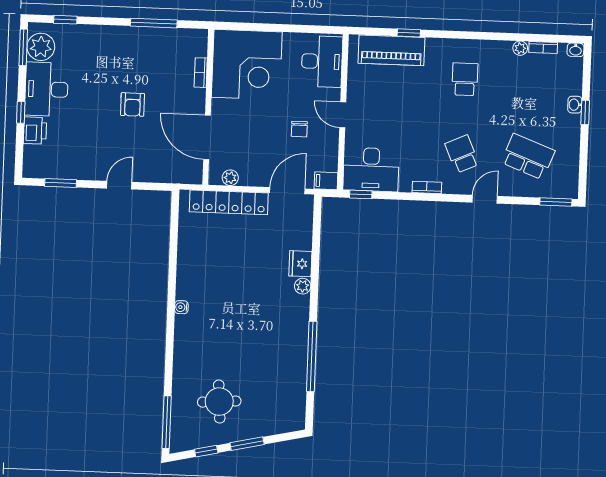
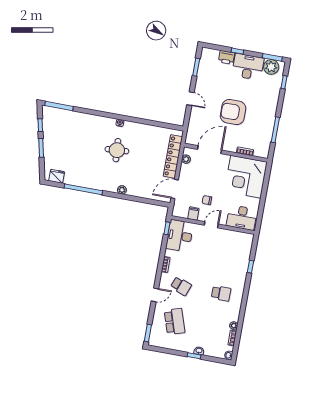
piano: (391, 50) -> (242, 256), removed
armchair: (133, 104) -> (233, 112), width x1.88, depth x1.88
school desk: (462, 154) -> (181, 286), turned 45
school desk: (528, 157) -> (175, 321), turned -39
filing cabinet: (326, 181) -> (193, 214), moved
door: (287, 191) -> (175, 189), swing flipped
door: (485, 199) -> (155, 295), hinge flipped
fridge: (300, 264) -> (57, 176), moved
round table: (219, 402) -> (117, 150), moved

